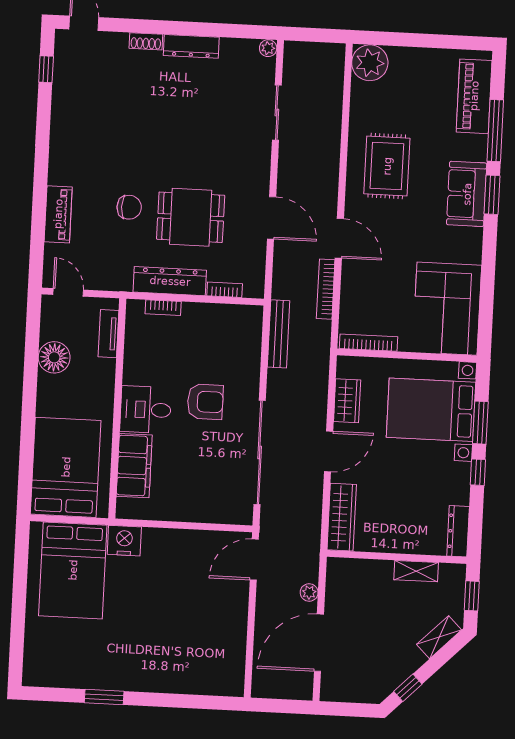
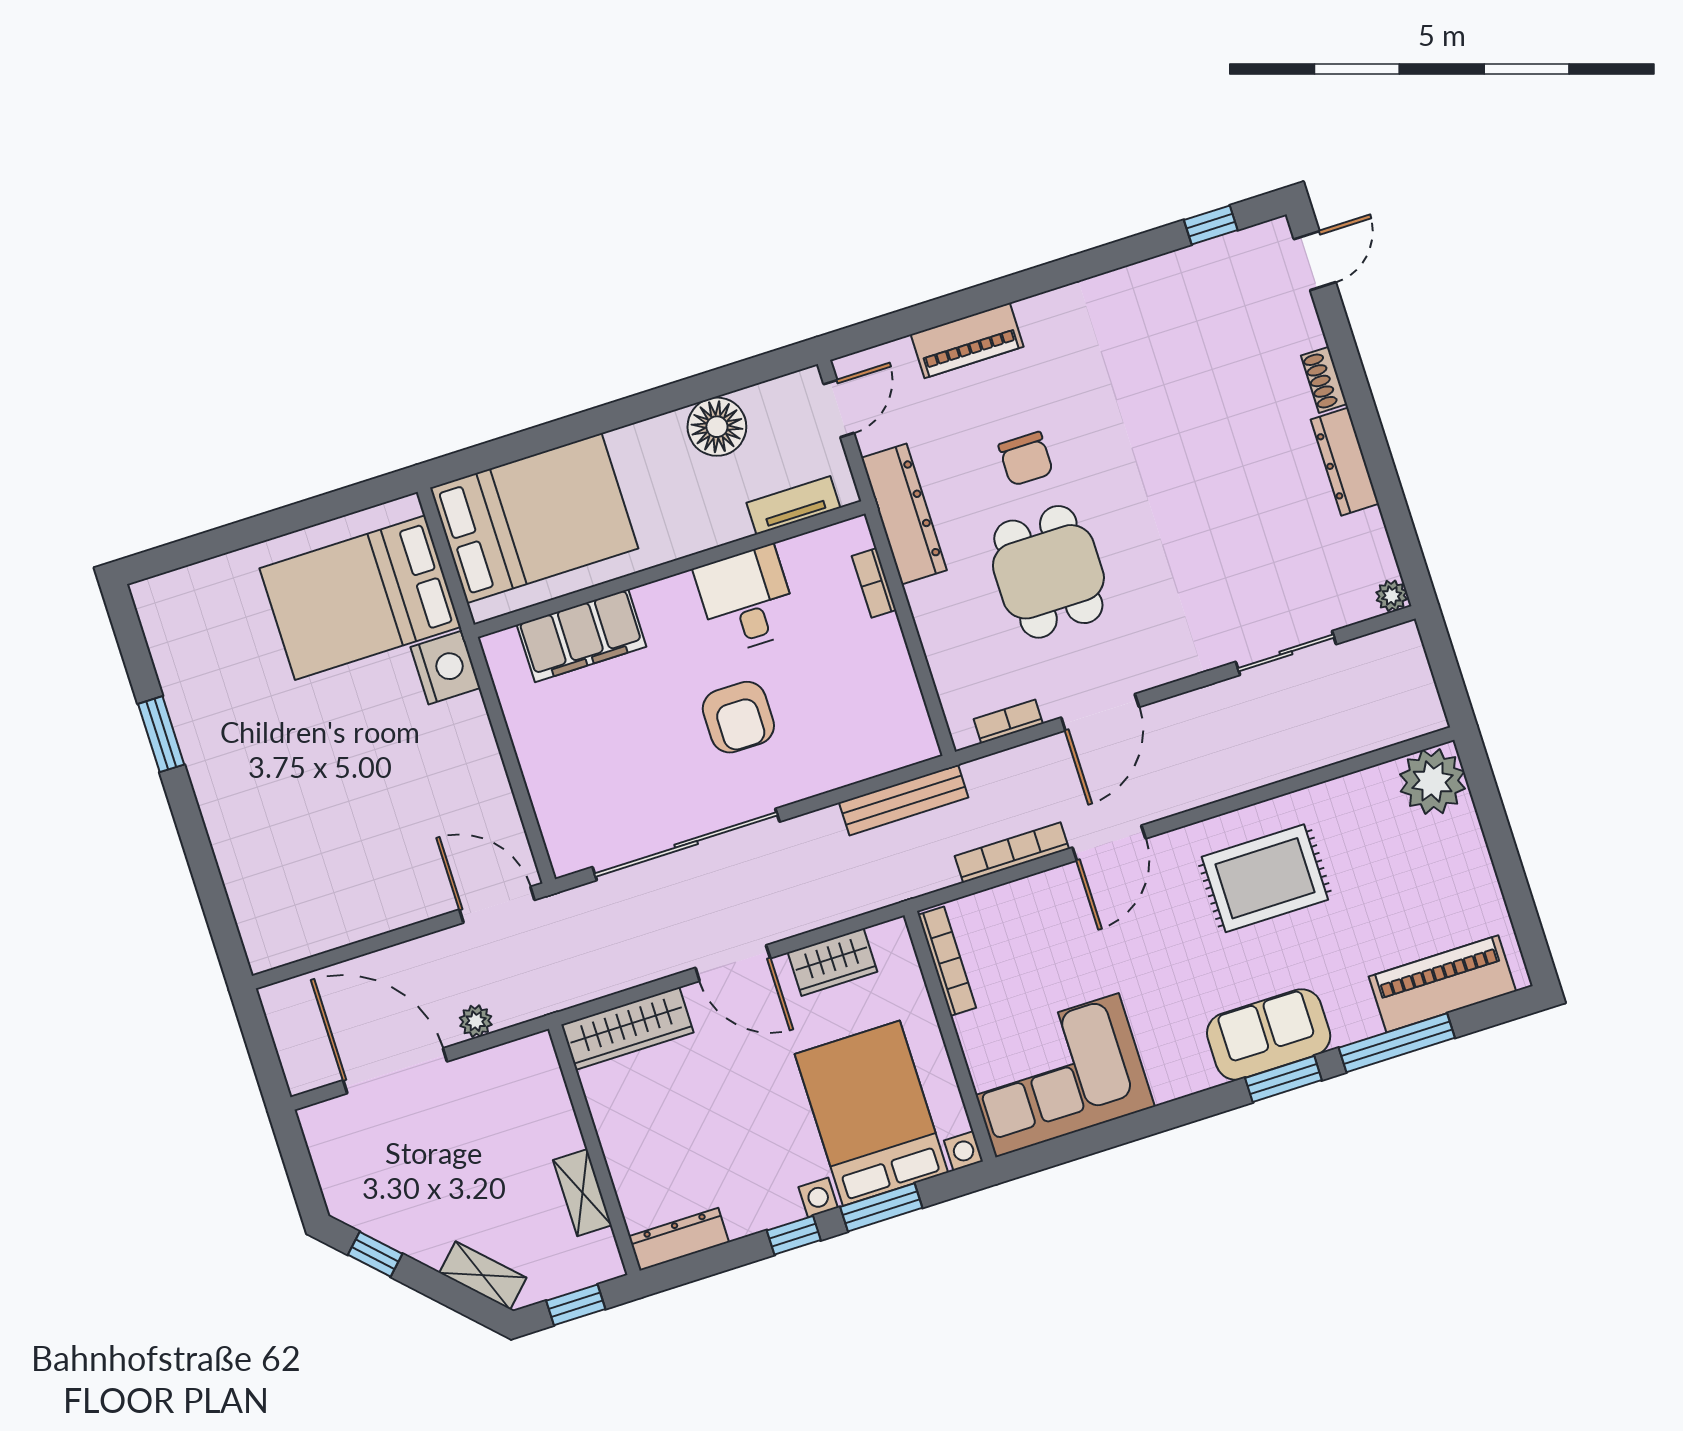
dresser: (170, 281) -> (904, 514), moved
bookcase: (225, 290) -> (1008, 721), moved, turned -90
desk: (146, 410) -> (747, 600), moved

